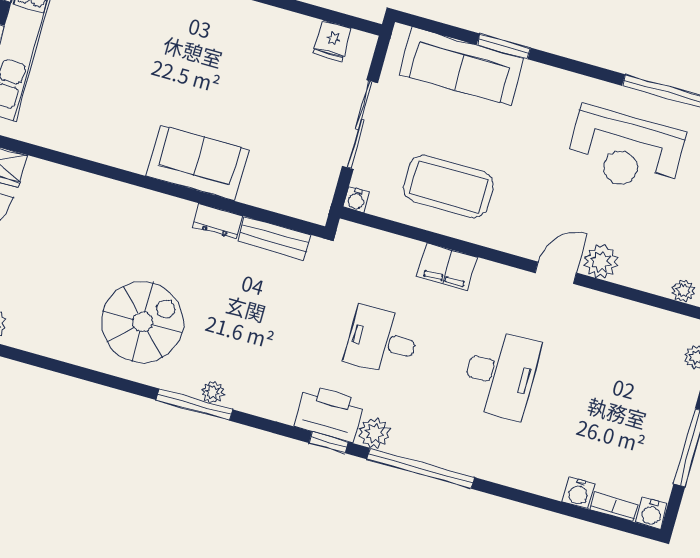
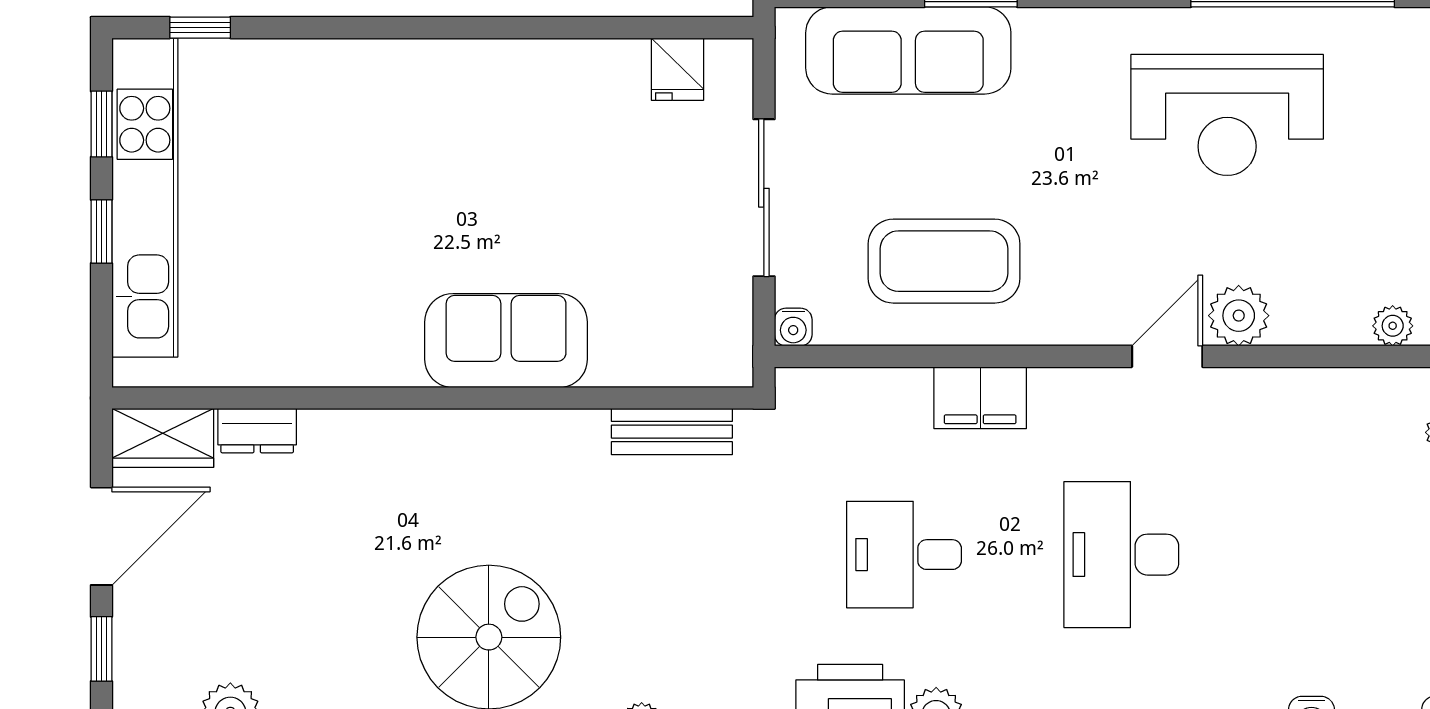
dresser: (217, 221) -> (257, 431), moved
desk: (500, 374) -> (1121, 555), turned 180

